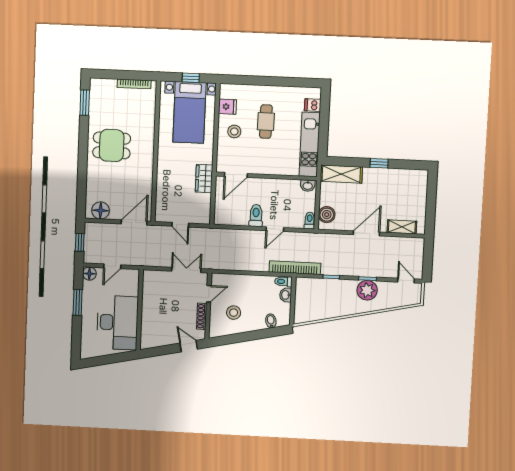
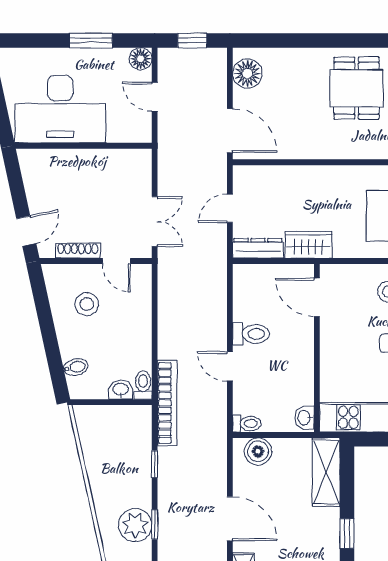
dresser: (205, 209) -> (258, 248), added

